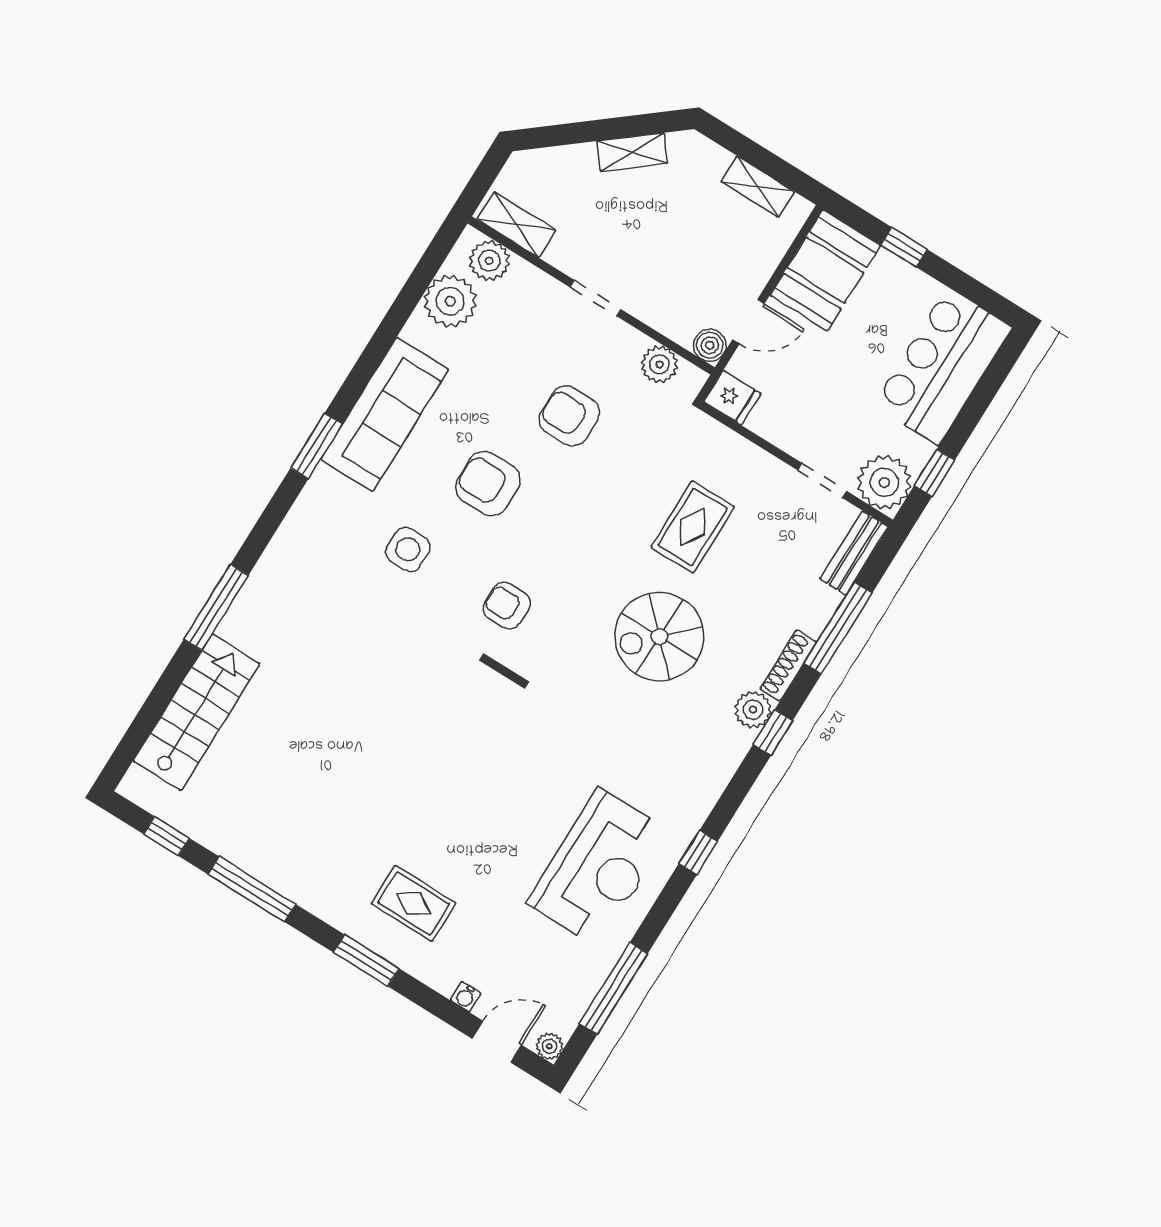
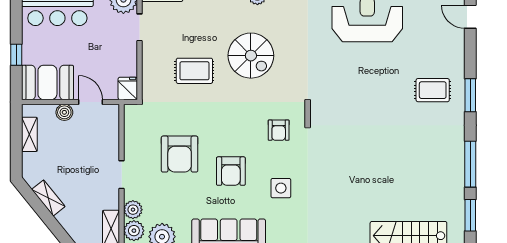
boiler: (710, 345) -> (64, 112), moved
plant: (660, 364) -> (133, 210), moved
armchair: (569, 416) -> (180, 154), width x1.36, depth x1.36
window: (167, 836) -> (470, 215), width x1.50
rug: (414, 903) -> (433, 90), turned 90
water cooler: (466, 997) -> (459, 42), removed

